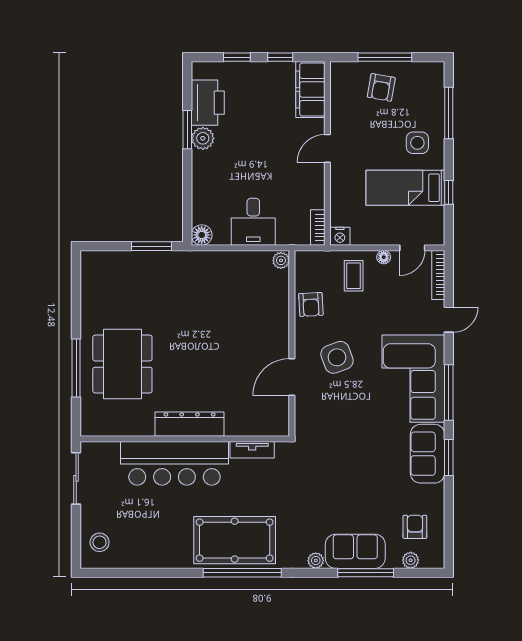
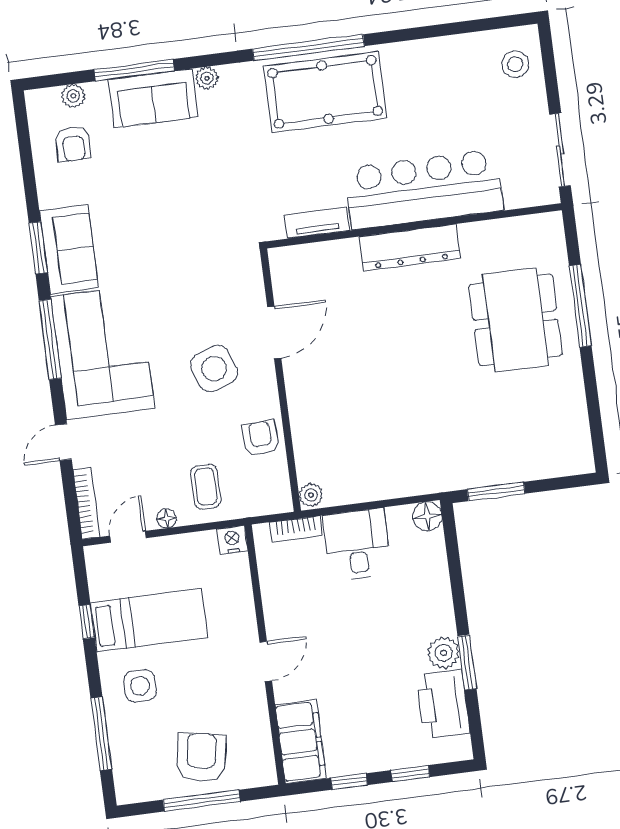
armchair: (381, 87) -> (201, 757), width x1.38, depth x1.38
bookcase: (318, 228) -> (296, 529), moved, turned 90

